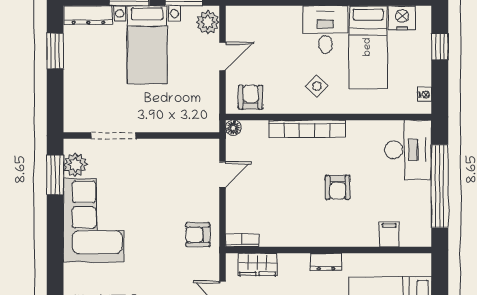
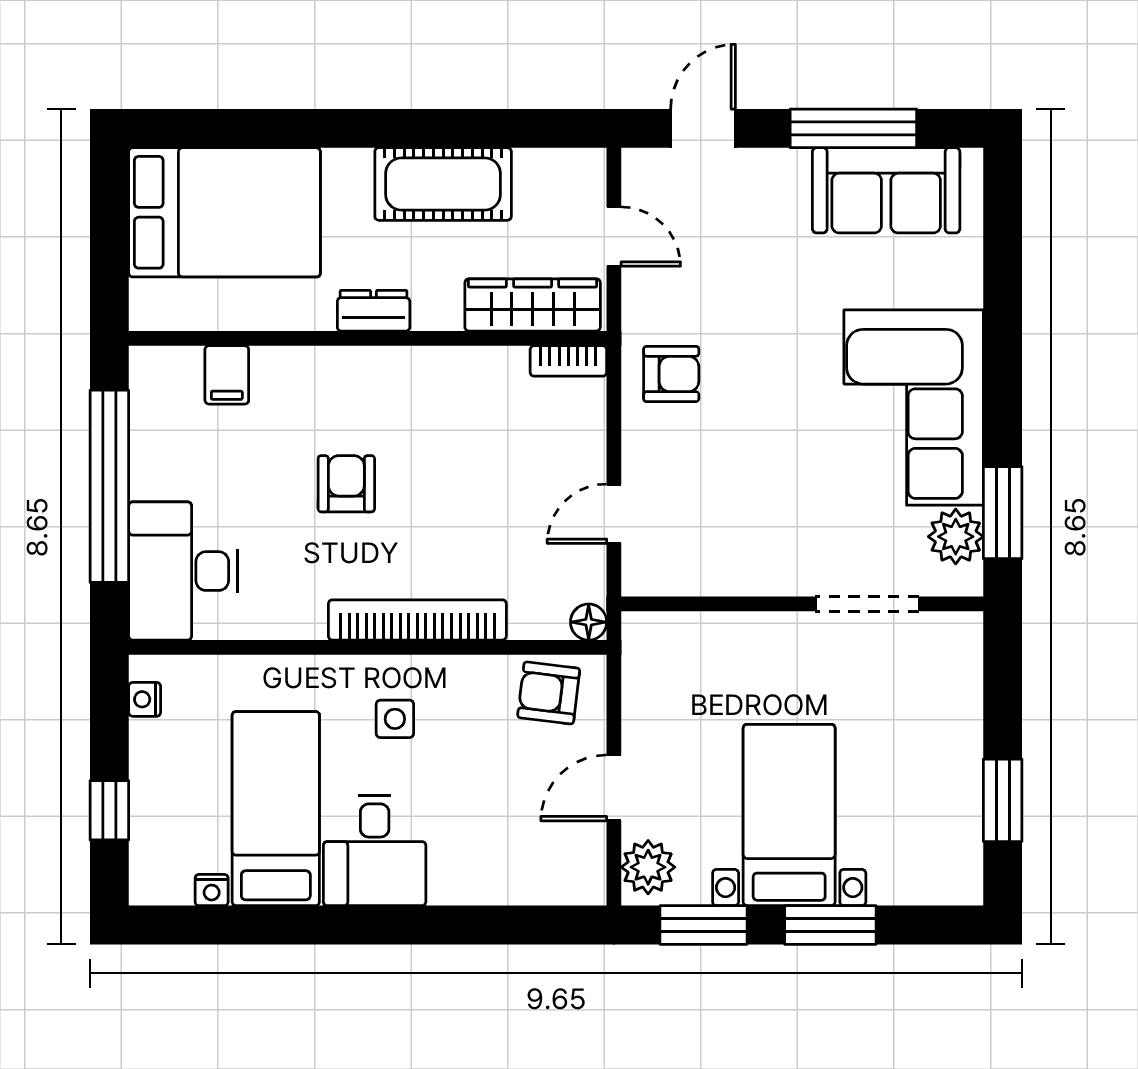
dresser: (88, 15) -> (926, 884), removed
nightstand: (402, 18) -> (212, 890), width x0.53, depth x0.56
side table: (317, 86) -> (395, 719), turned 45
armchair: (251, 97) -> (549, 693), turned 97
wardrobe: (257, 264) -> (533, 305), width x1.50

